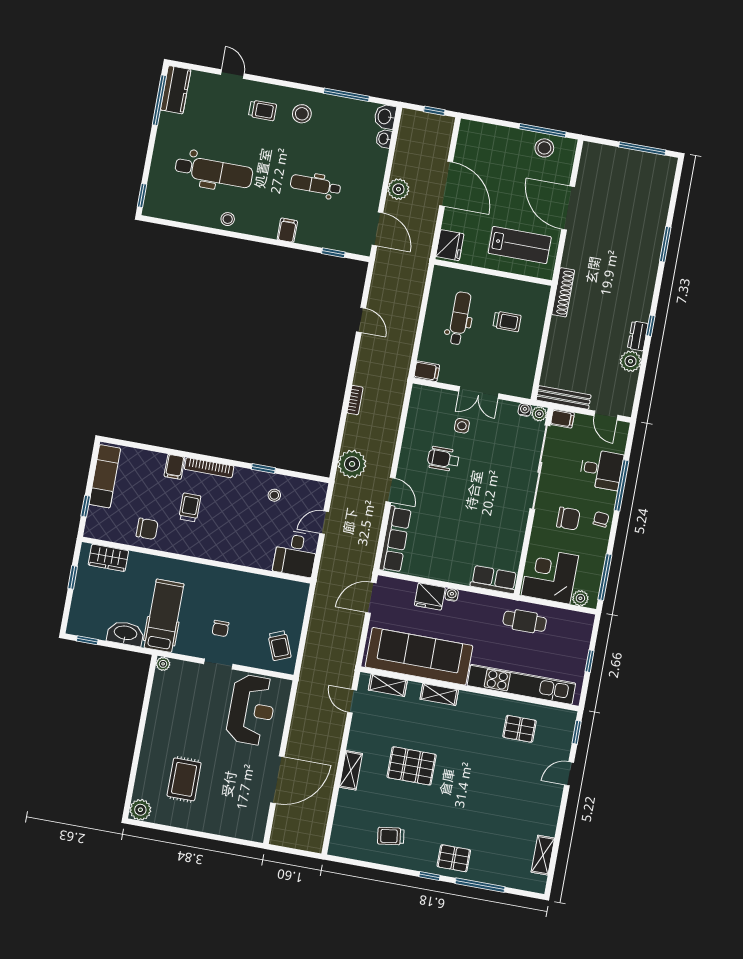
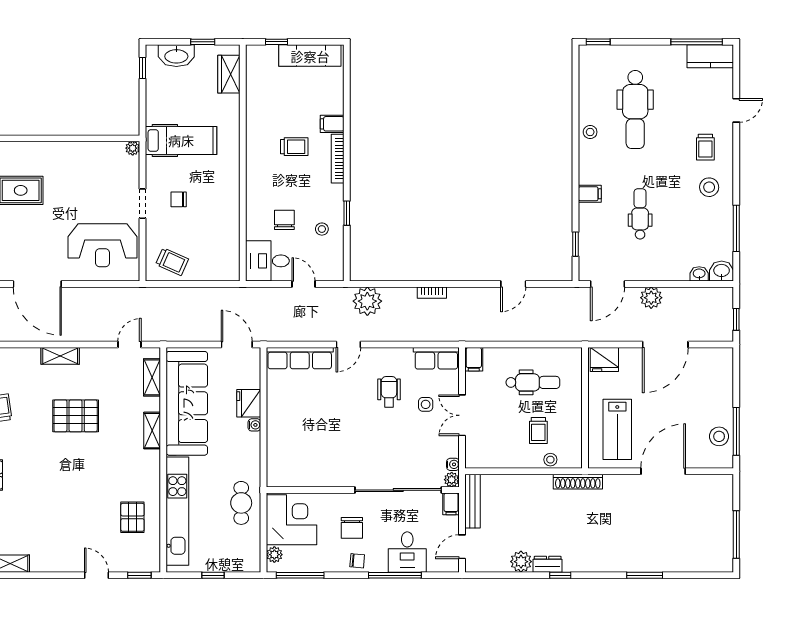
stool: (537, 315) -> (550, 460), added
chair: (147, 529) -> (284, 220), moved, turned 180
row of seats: (494, 580) -> (436, 358), moved, turned 90
washbasin: (125, 633) -> (176, 56), moved, turned 90
trolley: (280, 646) -> (172, 262), turned -134
pallet: (412, 766) -> (76, 416), turned 90

